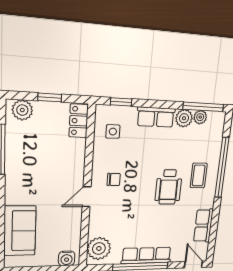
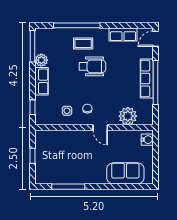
plant: (22, 110) -> (42, 173), removed
plant: (200, 117) -> (40, 48), removed
locker: (79, 121) -> (47, 136), removed
side table: (113, 132) -> (67, 111), moved
plant: (99, 249) -> (128, 116), moved

